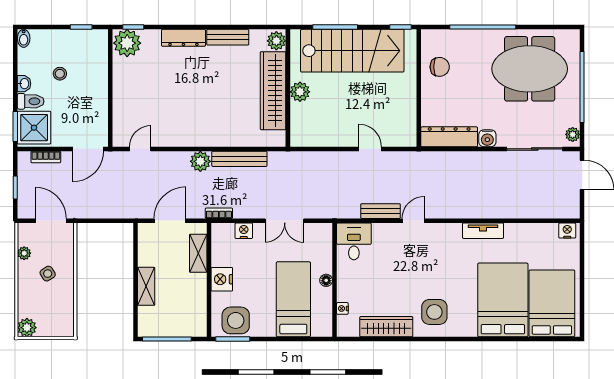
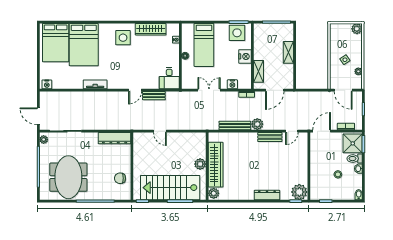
bench: (228, 37) -> (270, 137), moved
meeting table: (530, 69) -> (68, 177), turned 90
water cooler: (487, 138) -> (93, 137), removed

